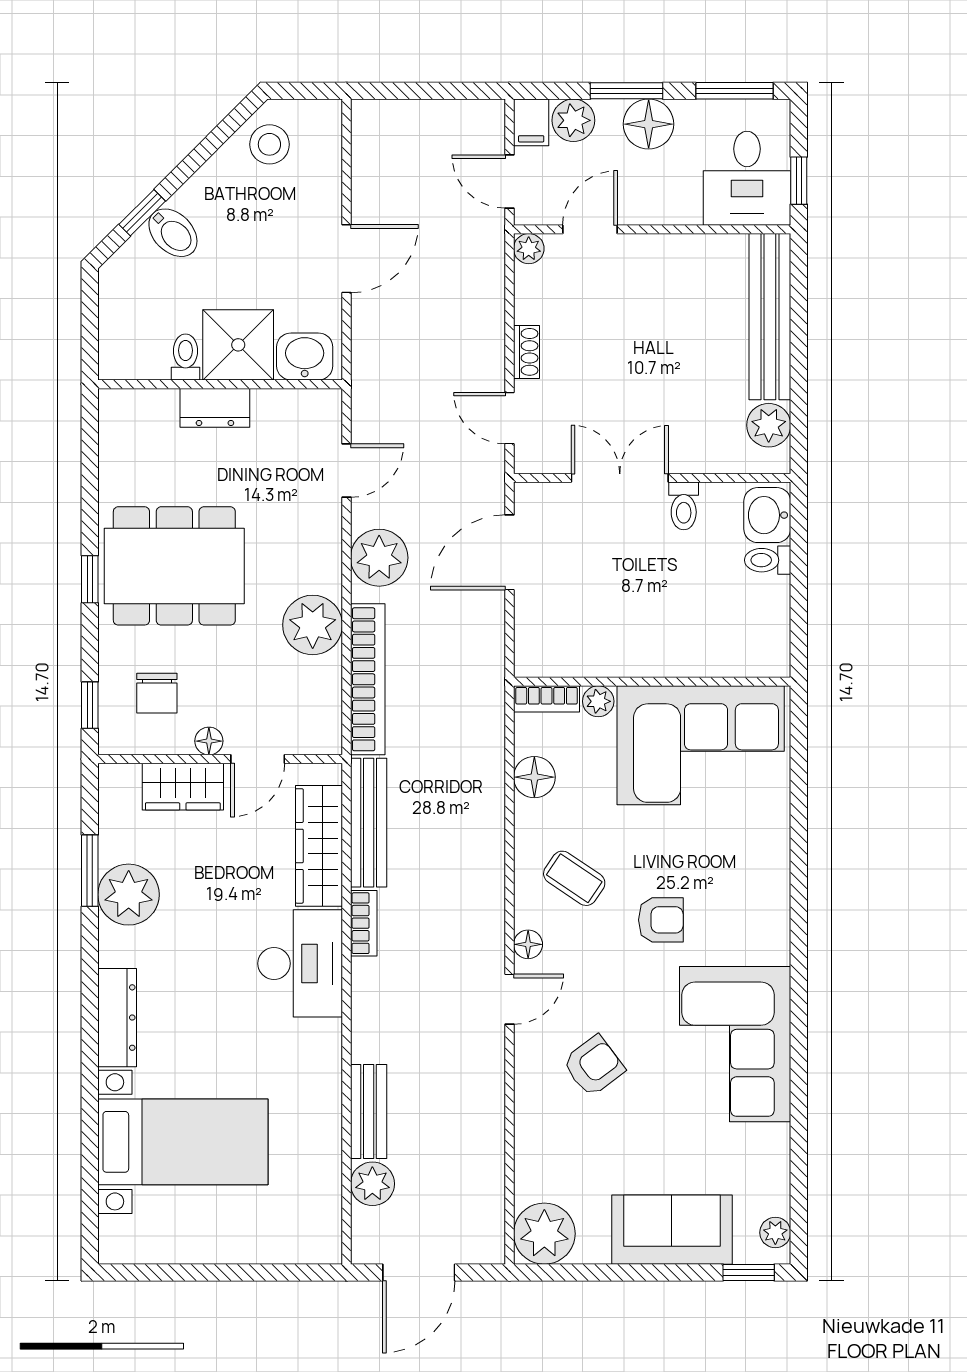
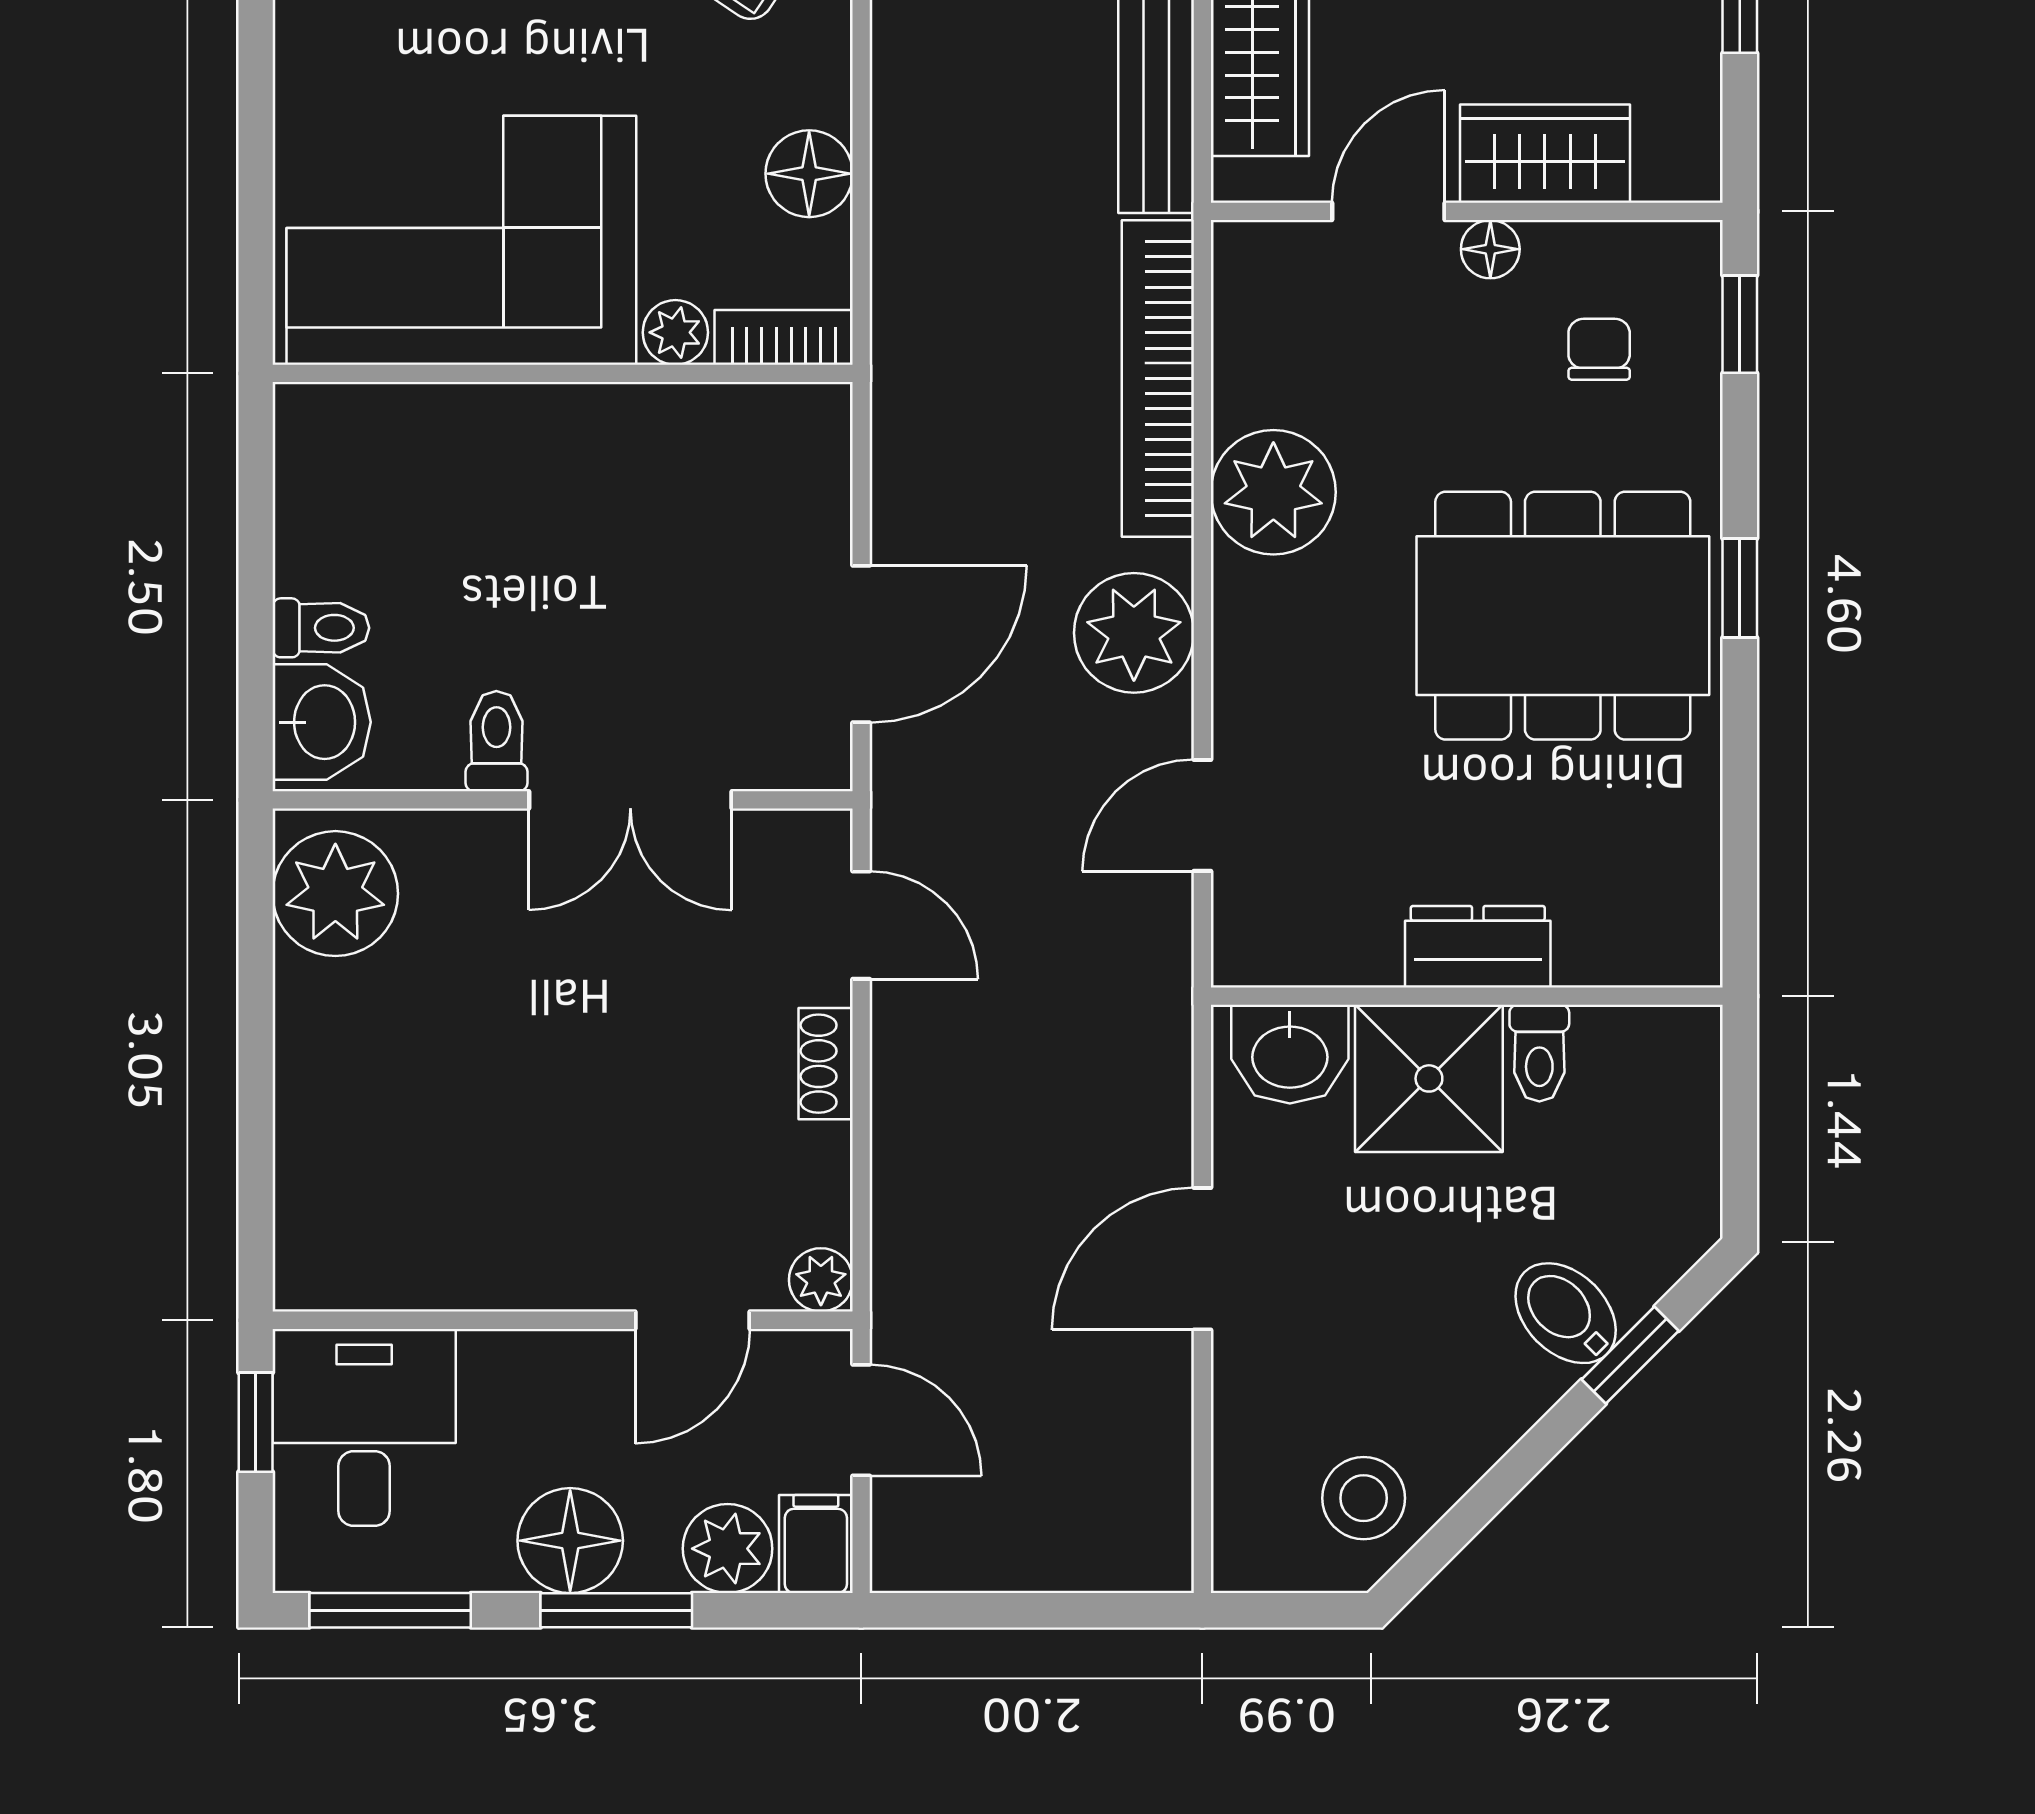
bench: (770, 317) -> (316, 1137), removed
plant: (769, 425) -> (335, 894), width x1.36, depth x1.36
chair: (157, 693) -> (1599, 349), width x0.73, depth x0.73

